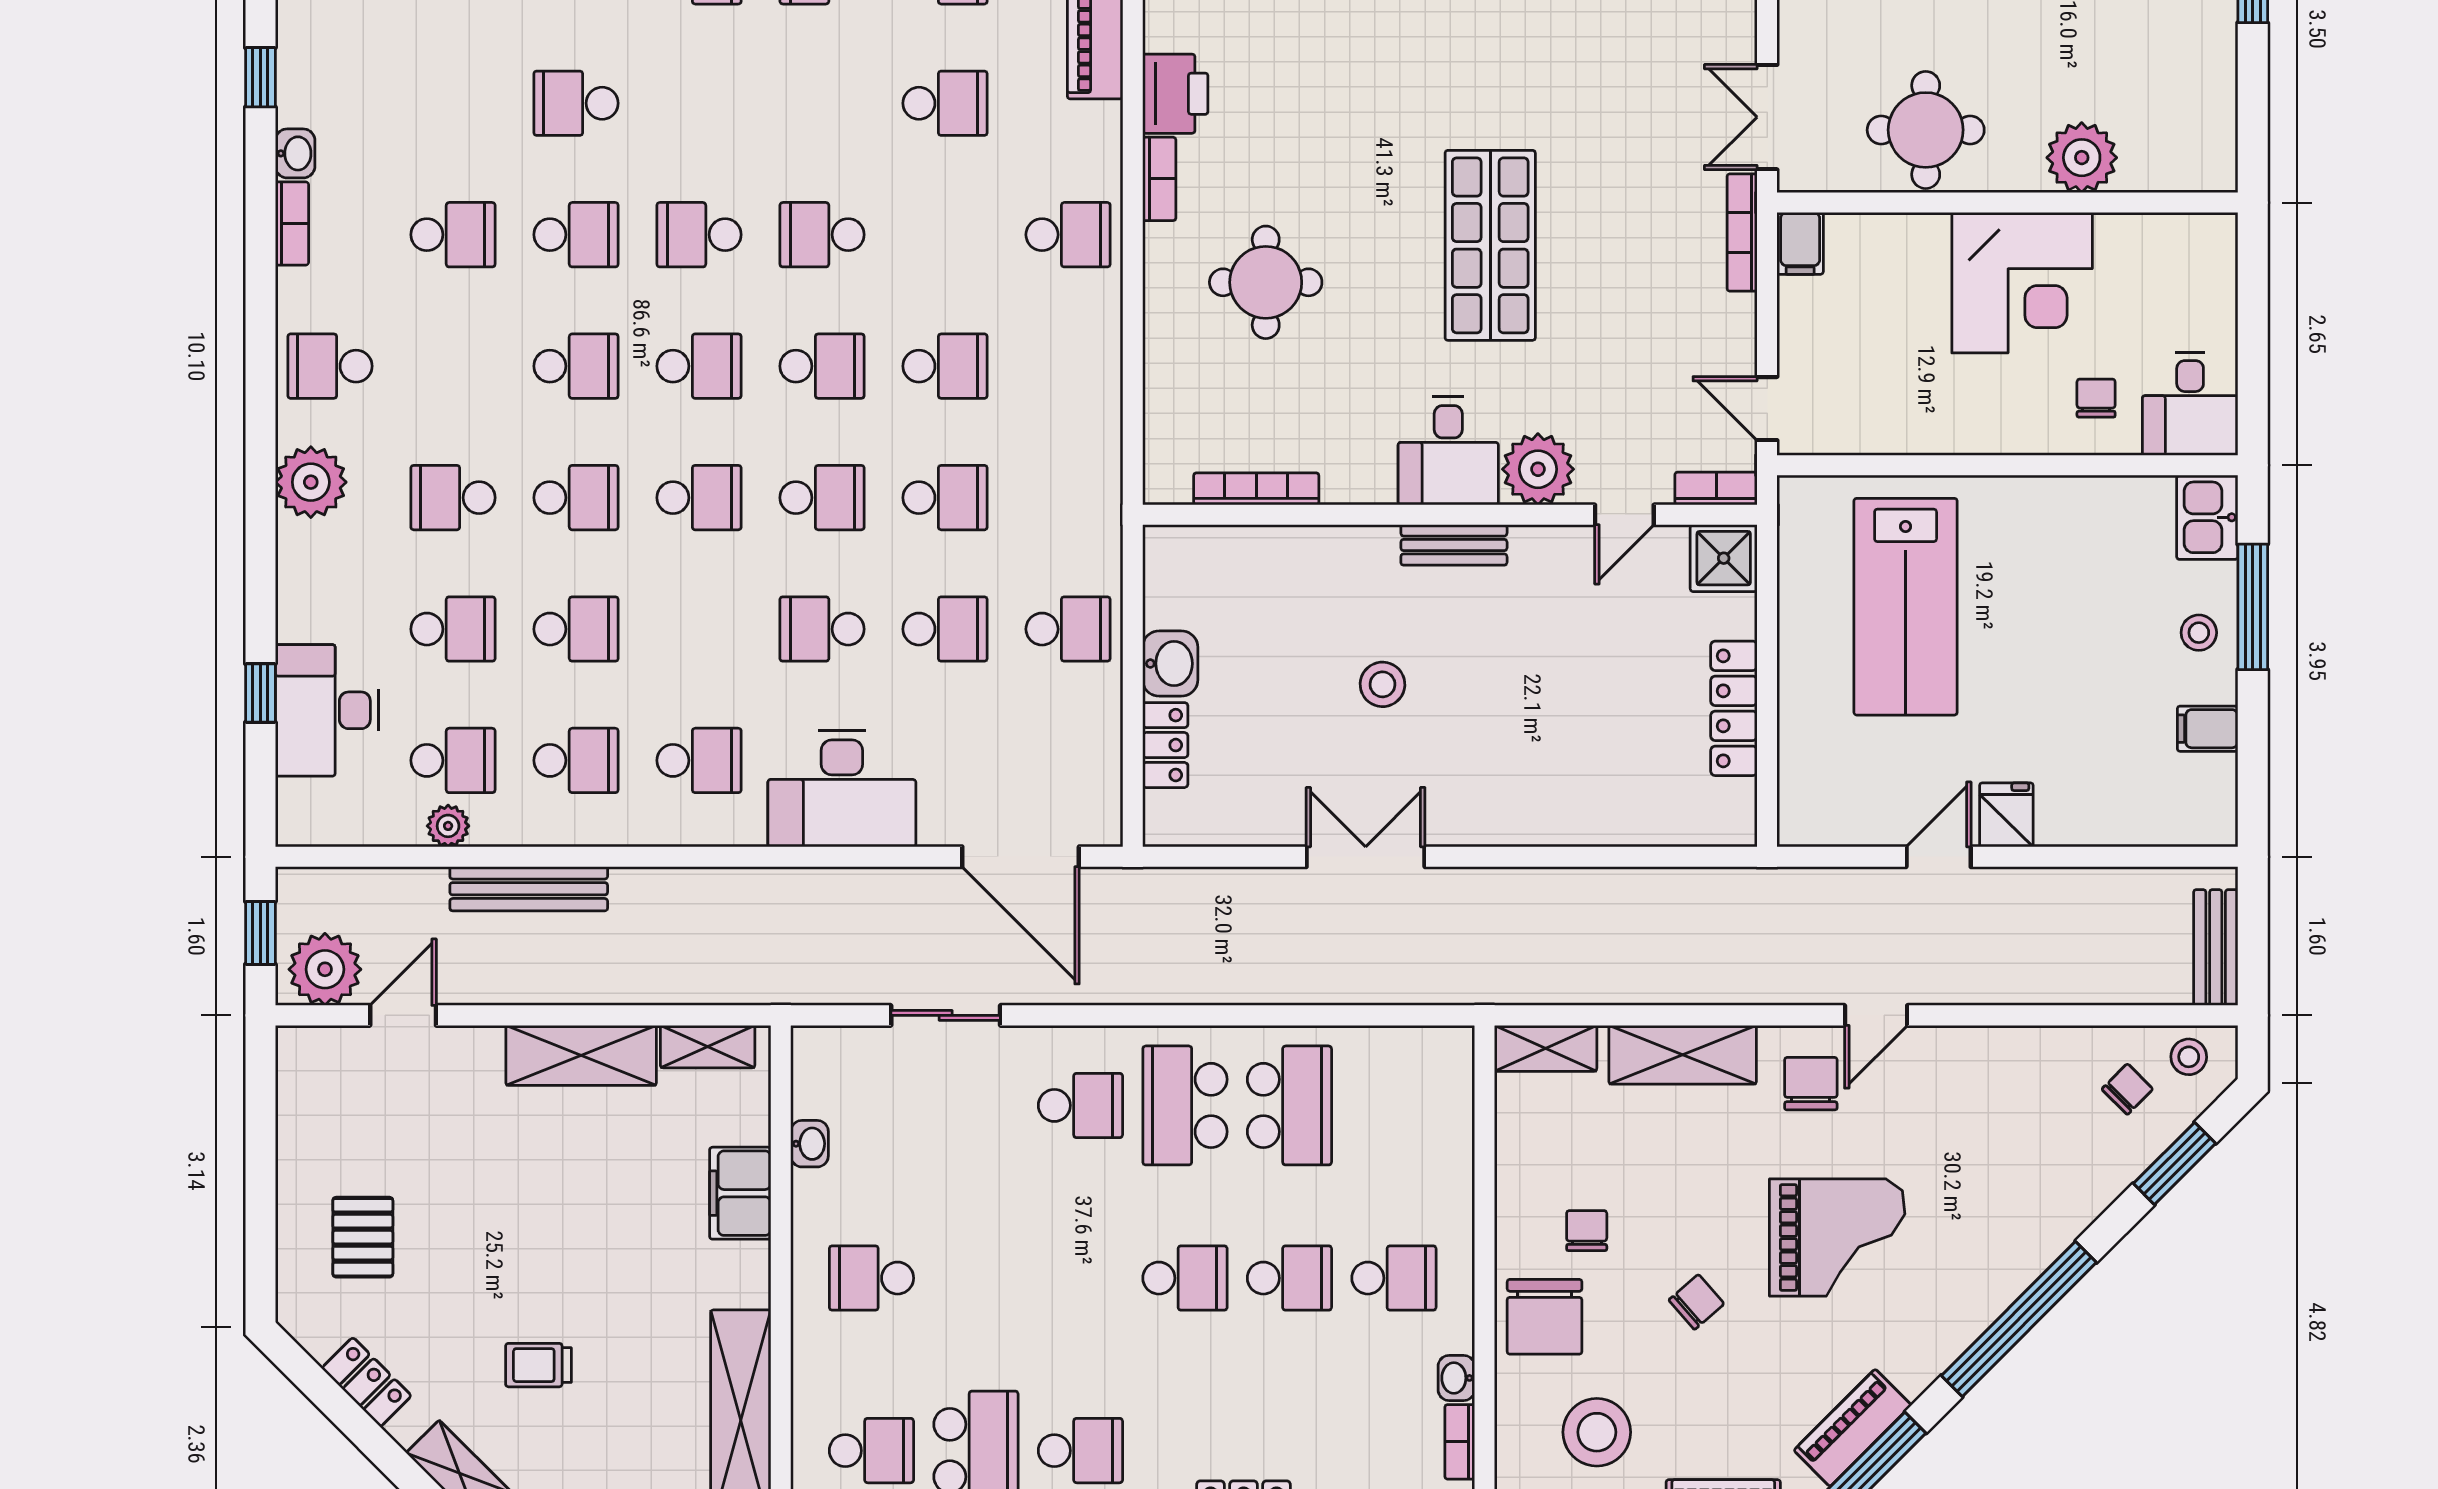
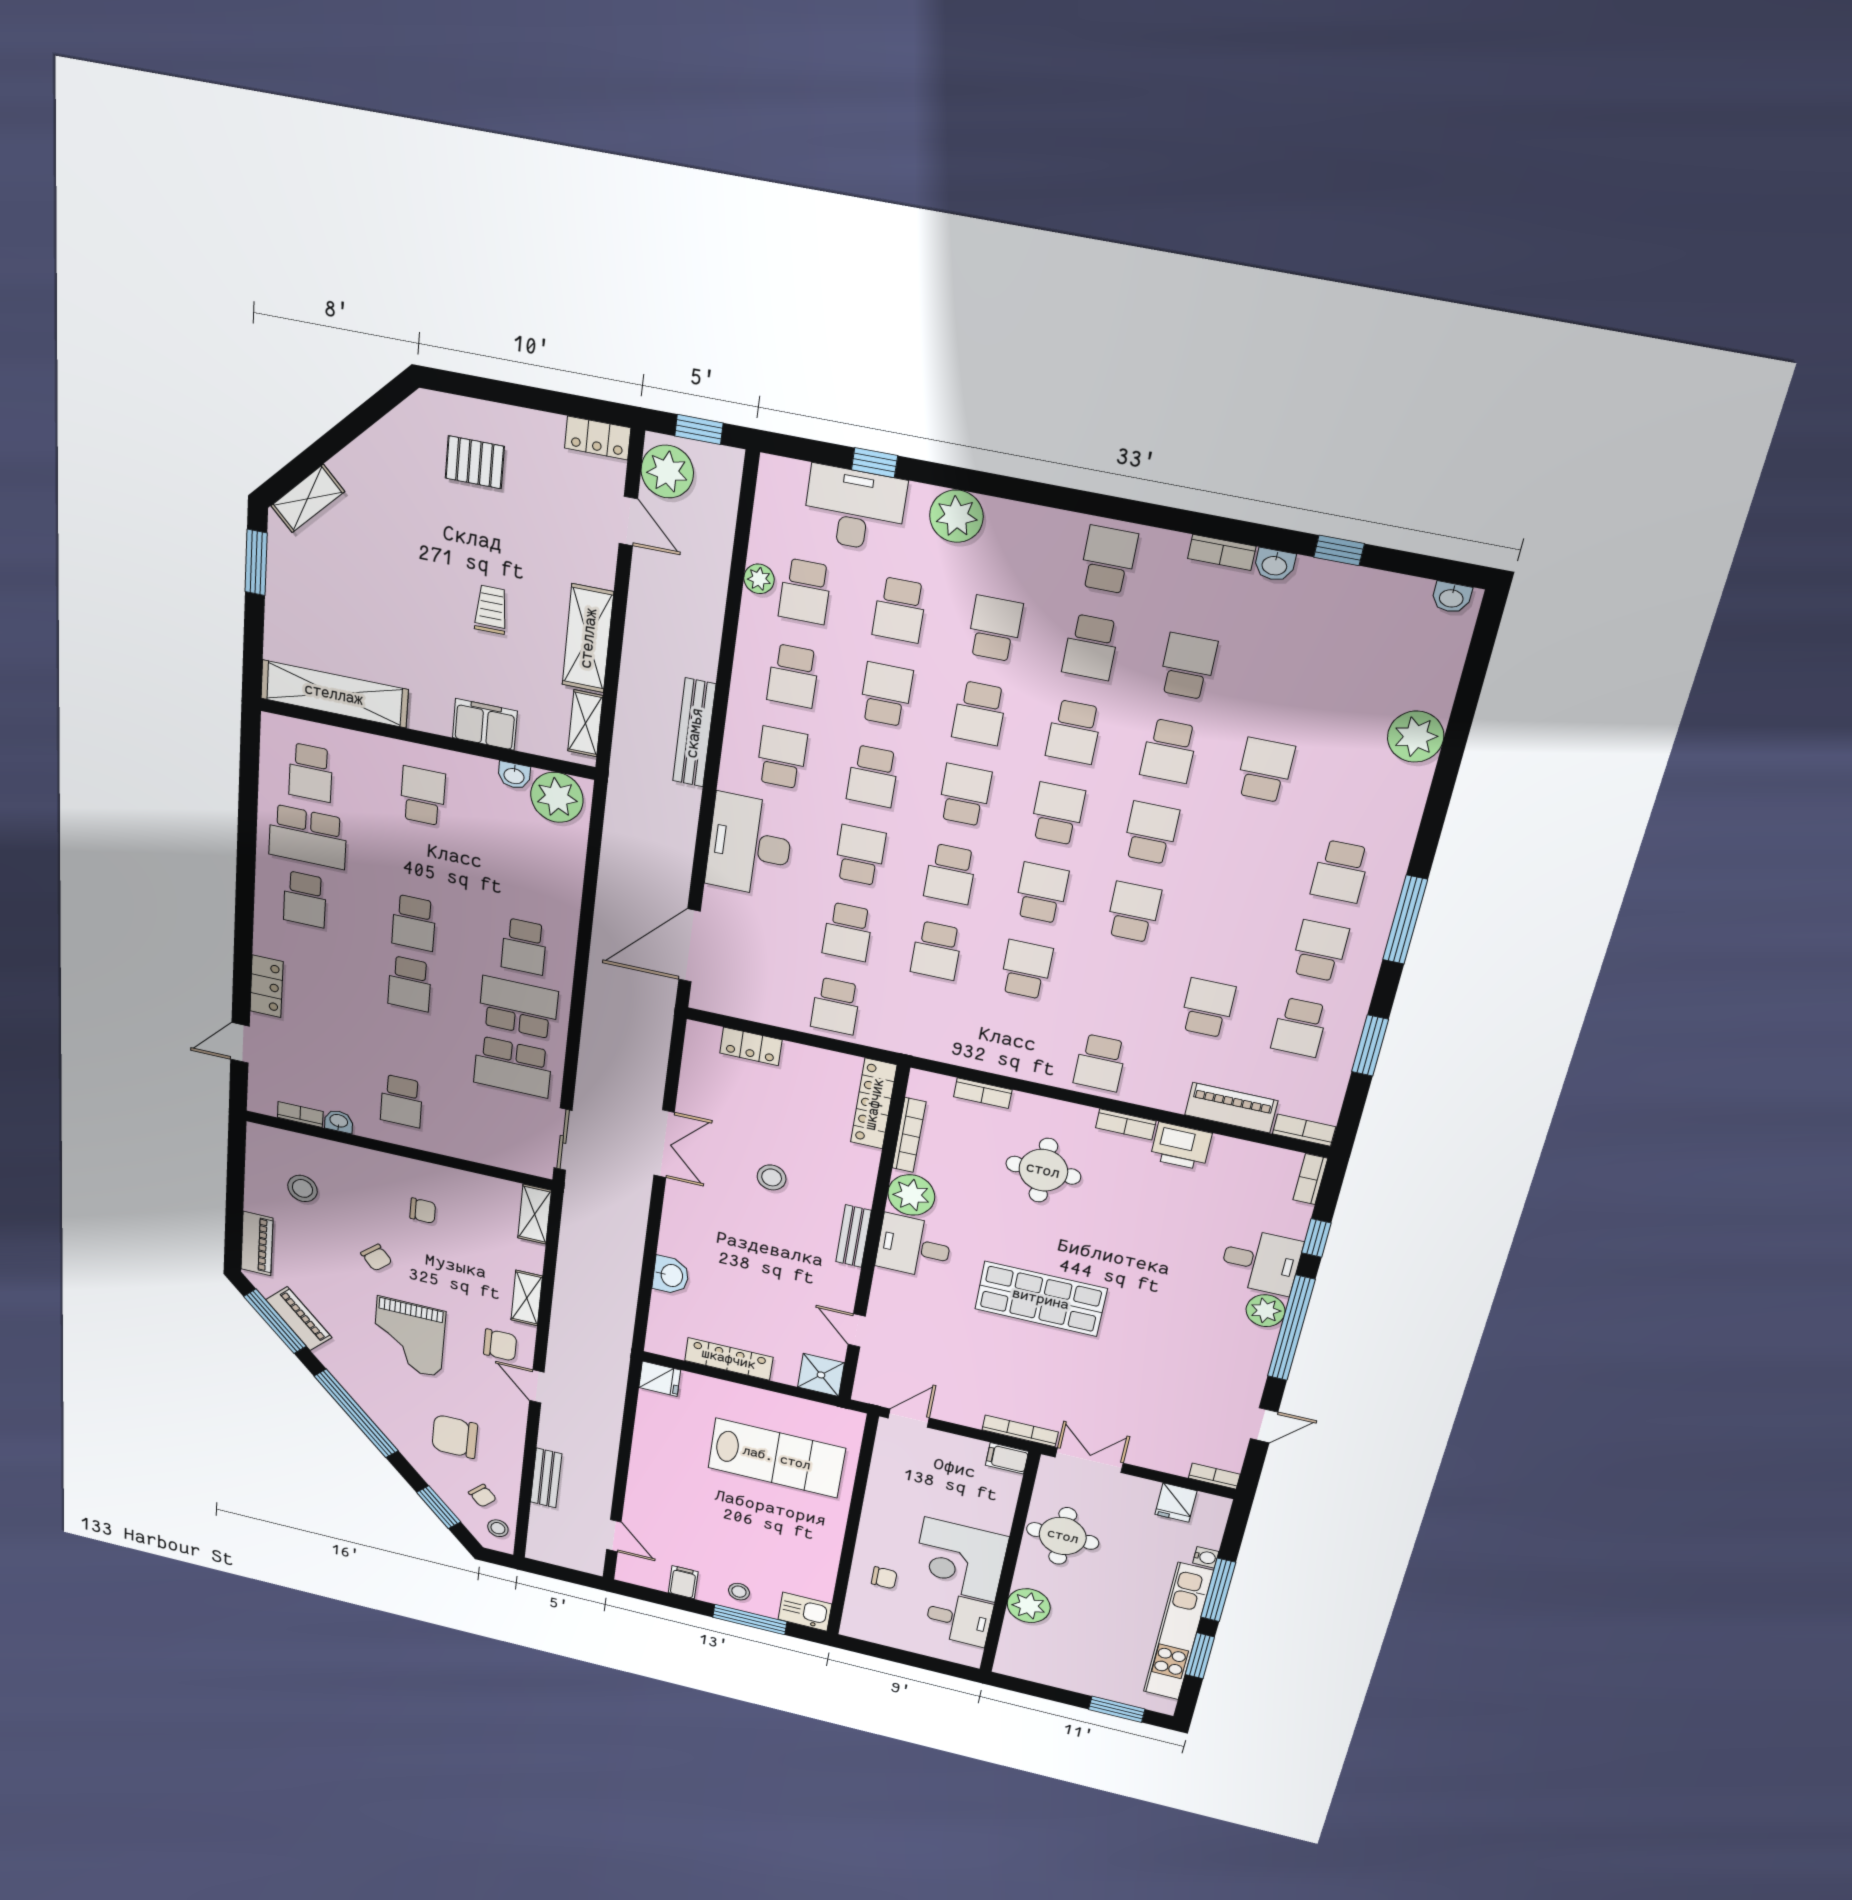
school desk: (945, 103) -> (1208, 1008), turned 180
school desk: (453, 235) -> (1188, 666), turned 180
school desk: (453, 366) -> (1091, 647), added
school desk: (699, 366) -> (1057, 814), turned 180
school desk: (822, 366) -> (1041, 893), turned 180
school desk: (945, 366) -> (1026, 970), turned 180
desk: (2190, 404) -> (959, 1619), moved, turned 180
plant: (1538, 469) -> (911, 1195), moved
plant: (311, 482) -> (956, 516), moved
bookcase: (1716, 488) -> (983, 1093), moved, turned 90
school desk: (699, 498) -> (965, 795), turned 180
locker: (1216, 549) -> (874, 1104), added
lab bench: (1906, 607) -> (777, 1458), turned 180
school desk: (576, 629) -> (886, 694), turned 180
school desk: (699, 629) -> (873, 776), added
washbasin: (1170, 664) -> (671, 1275), moved, turned -90
school desk: (699, 760) -> (782, 758), turned 180
fridge: (2006, 815) -> (660, 1379), moved
door: (1939, 857) -> (614, 1536), moved
bench: (529, 889) -> (694, 733), moved
bench: (2216, 947) -> (546, 1478), moved, turned 90
sliding door: (946, 1015) -> (563, 1139), moved
shelving: (1683, 1055) -> (527, 1298), width x0.67, depth x0.75
plant: (830, 1077) -> (557, 797), added
school desk: (1289, 1278) -> (414, 923), moved
chair: (1545, 1317) -> (455, 1436), moved
trolley: (538, 1365) -> (491, 610), moved
locker: (367, 1382) -> (598, 438), moved, turned 45
stool: (1597, 1432) -> (302, 1188), width x0.73, depth x0.73

